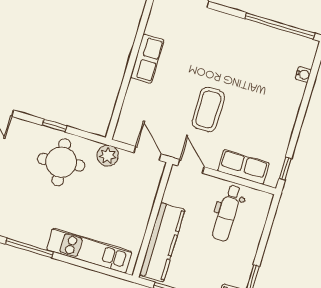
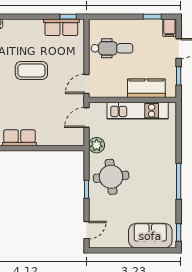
coffee table: (208, 109) -> (31, 70), moved
row of seats: (243, 167) -> (61, 27), moved, turned -90
kitchen counter: (162, 242) -> (146, 88), width x0.67
kitchen unit: (89, 251) -> (138, 111), moved, turned -90

